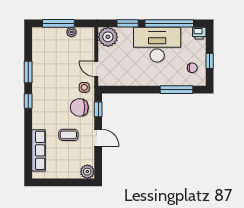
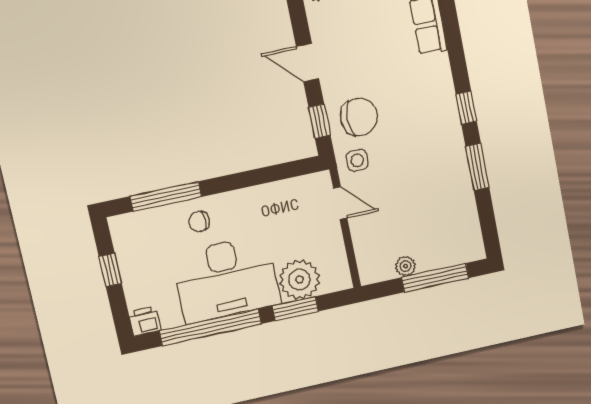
plant: (108, 37) -> (299, 280), moved
chair: (192, 68) -> (199, 222), moved
coffee table: (68, 135) -> (370, 55), removed

